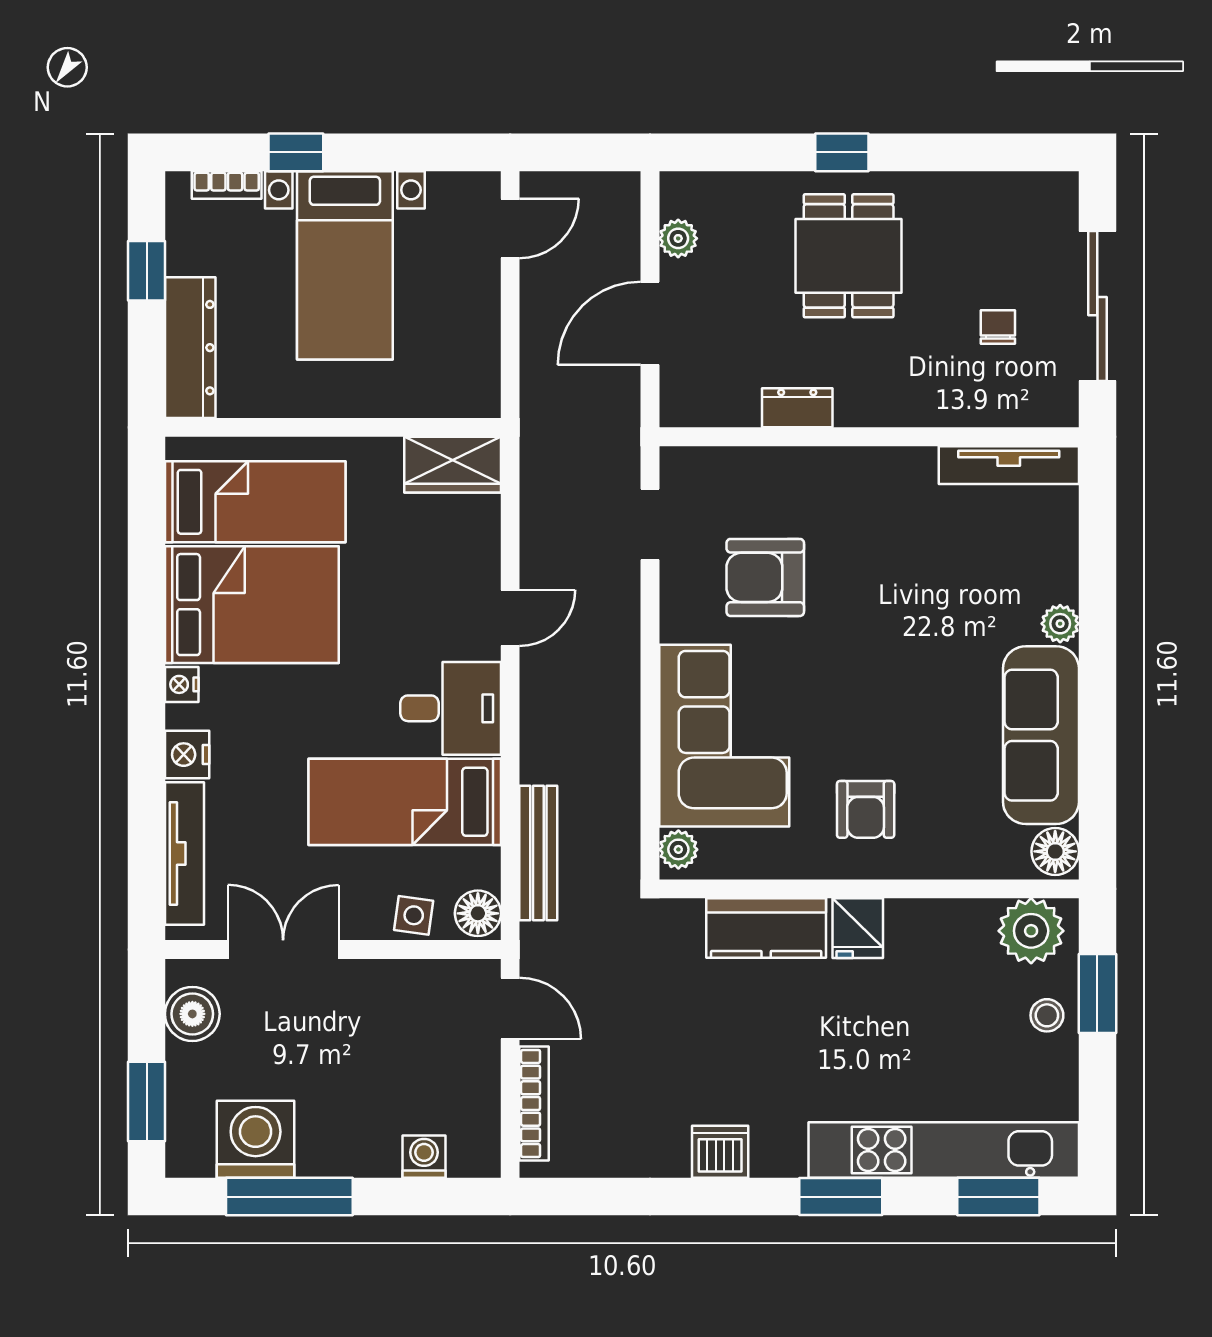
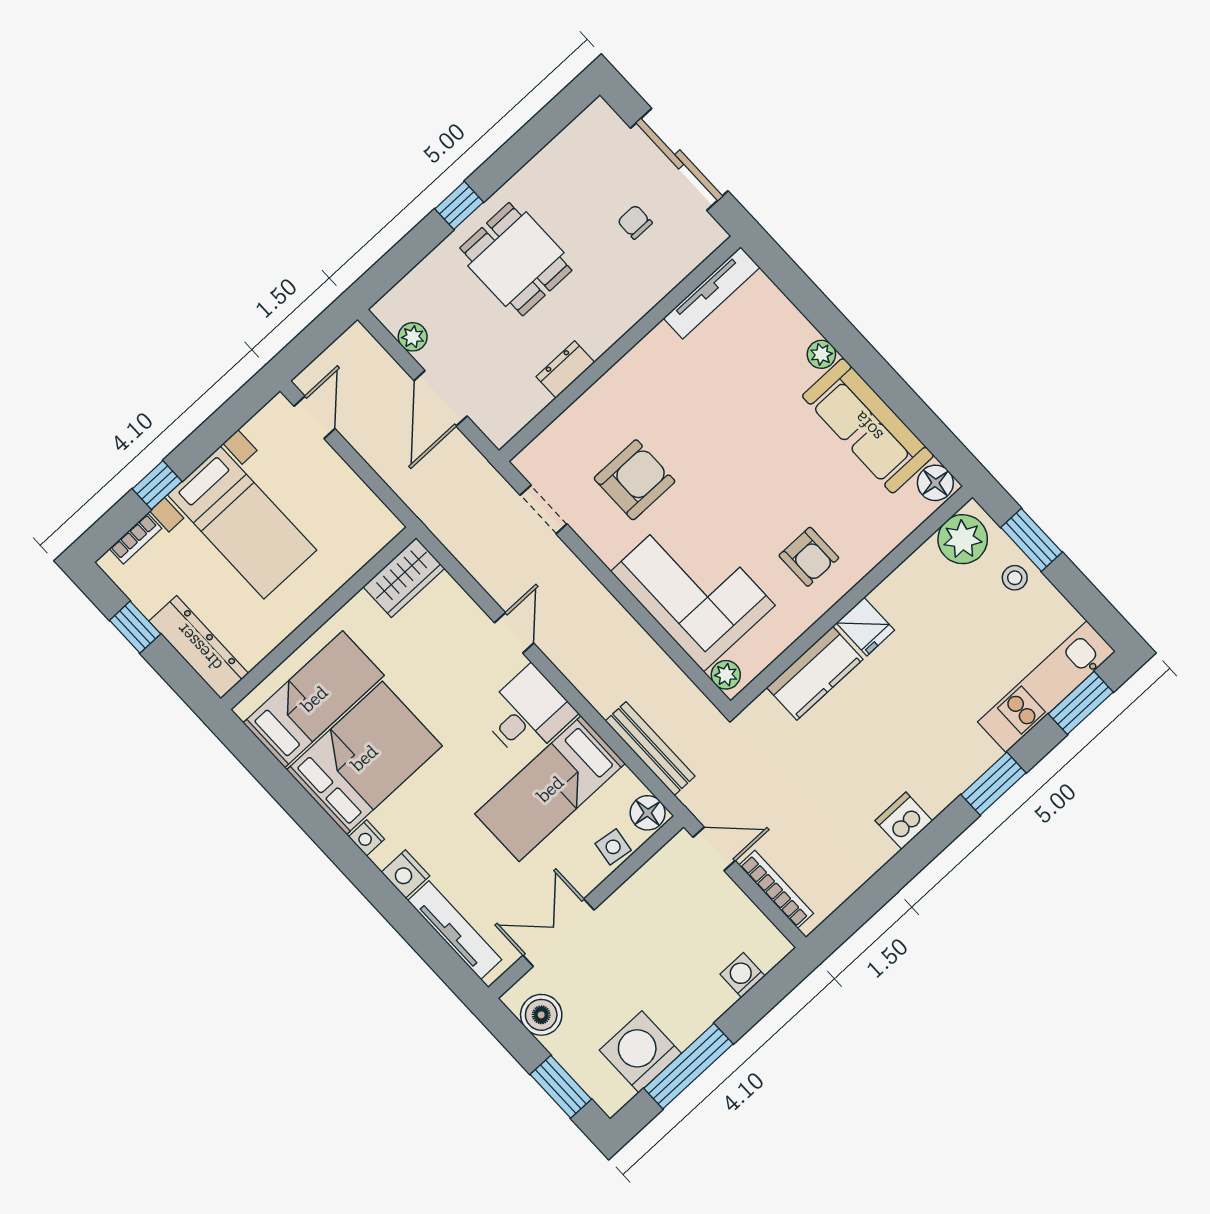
armchair: (765, 577) -> (635, 480), turned 180
kitchen unit: (944, 1150) -> (1047, 687), width x0.73

